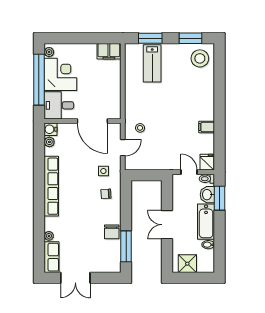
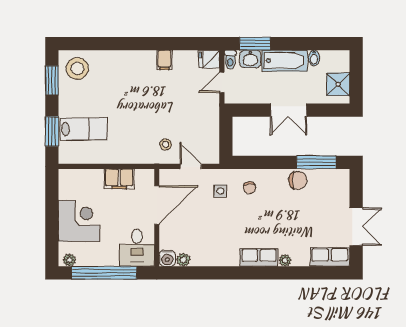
filing cabinet: (109, 51) -> (119, 179), moved, turned 90
corner desk: (60, 74) -> (79, 221), moved, turned 90
row of seats: (51, 186) -> (259, 257), width x0.50
plant: (49, 236) -> (285, 260), moved

